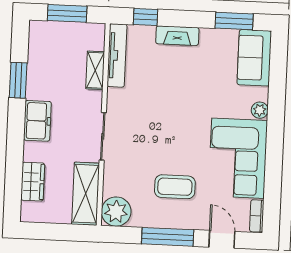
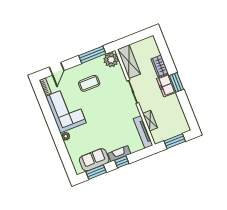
window: (145, 17) -> (122, 162), moved
sofa: (254, 58) -> (94, 160), moved, turned -90
window: (18, 80) -> (177, 82), moved
wardrobe: (33, 182) -> (160, 66), moved
window: (168, 237) -> (92, 55), moved
door: (222, 239) -> (57, 69), hinge flipped

